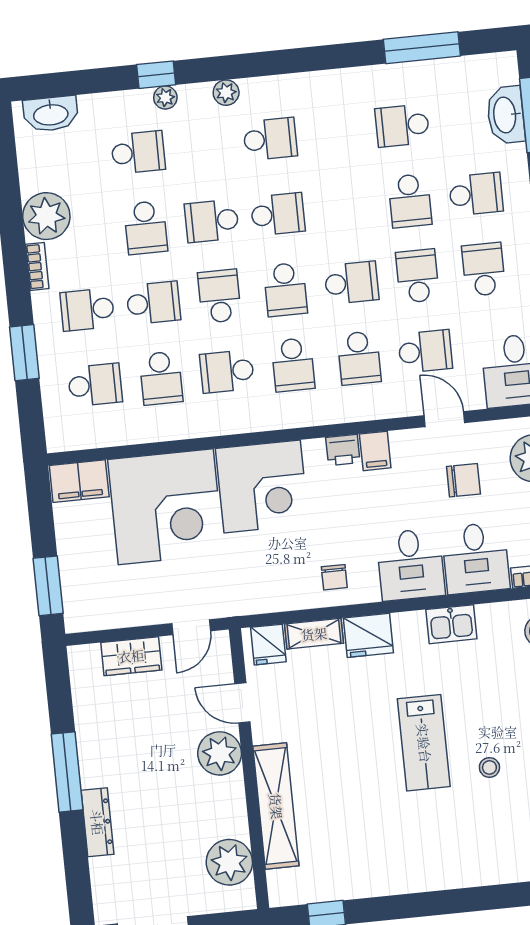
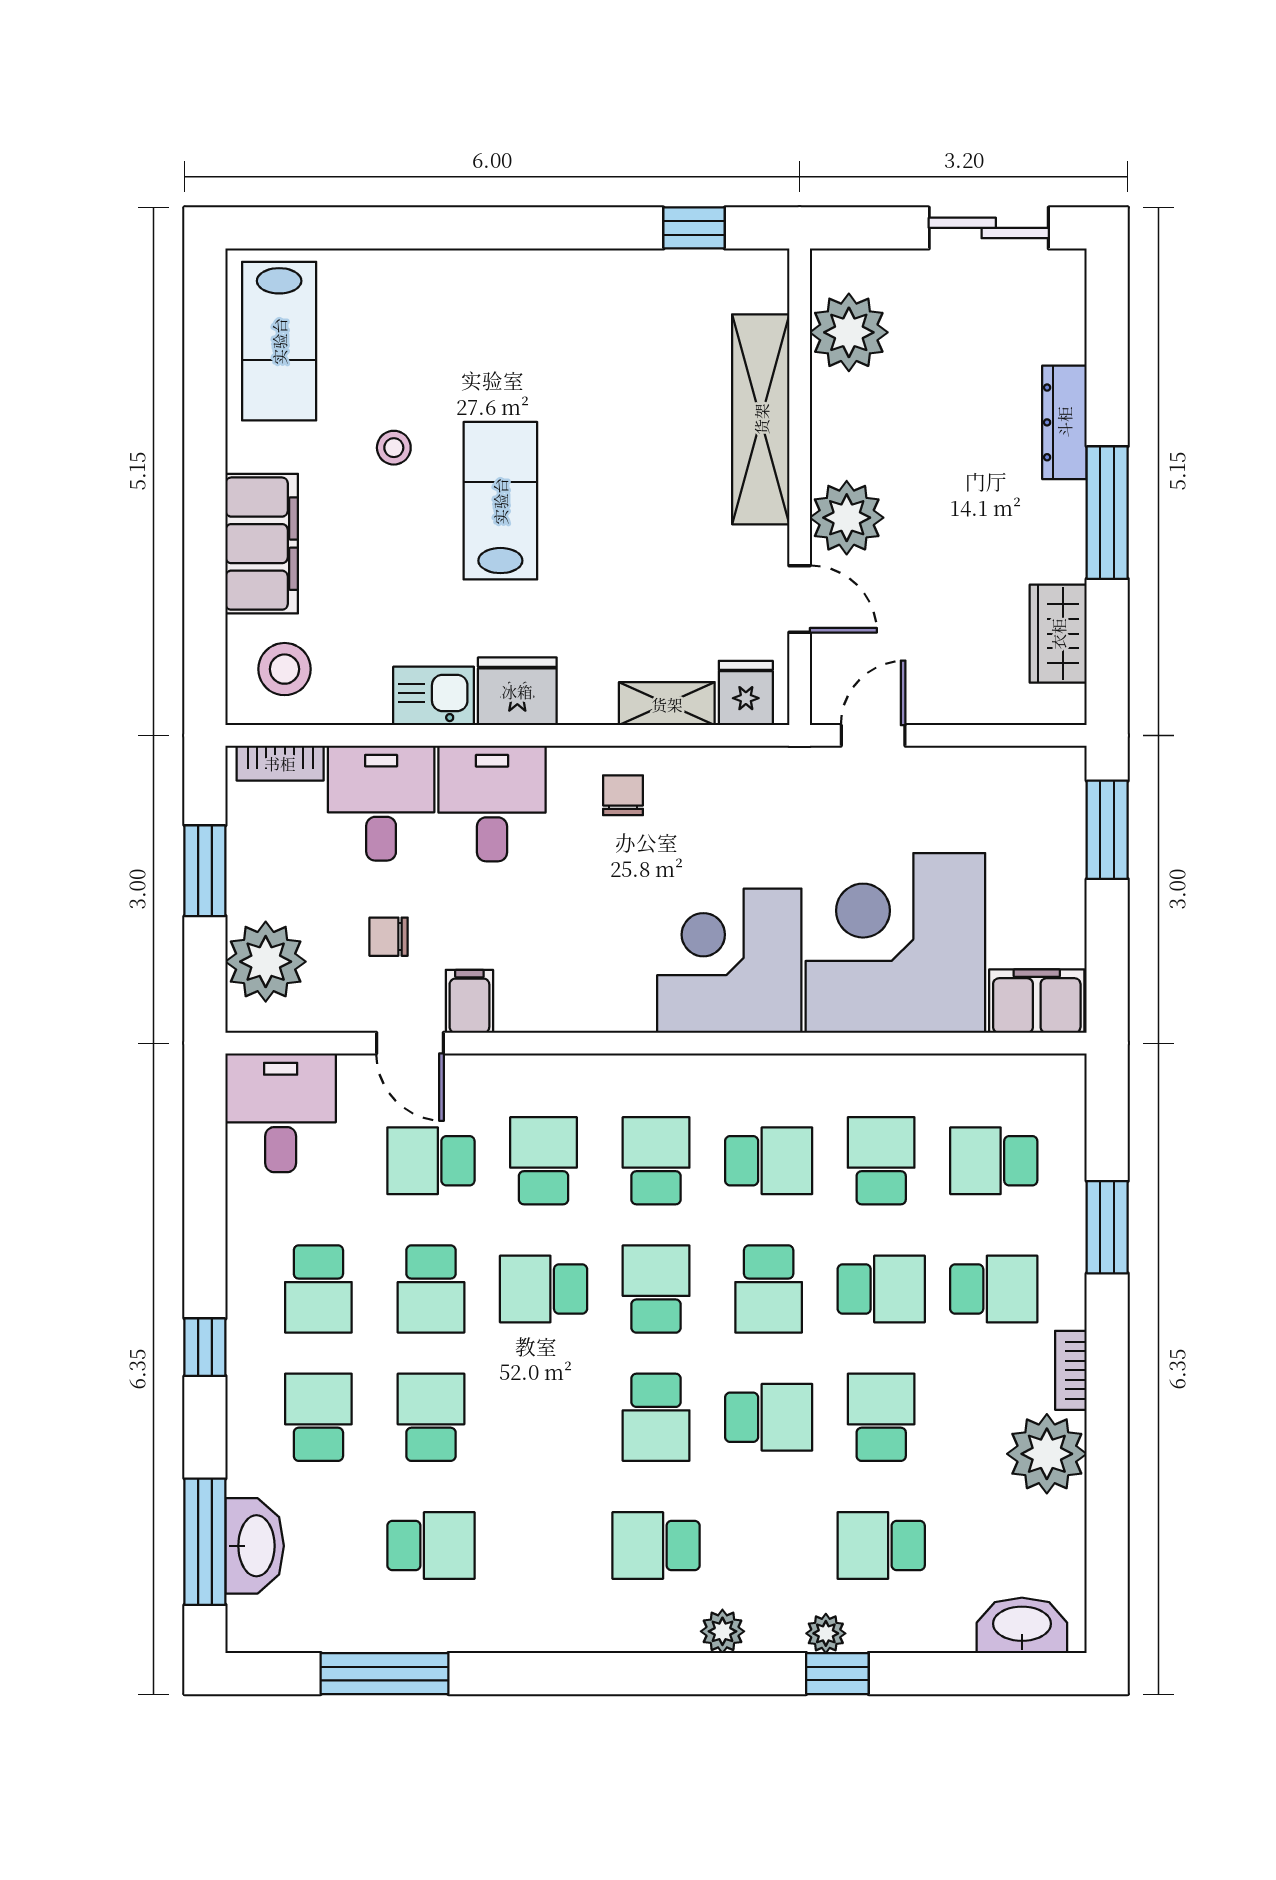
school desk: (476, 194) -> (318, 1417), turned 90
school desk: (278, 214) -> (656, 1417), turned -90
school desk: (153, 303) -> (881, 1289), turned 180
printer: (343, 450) -> (587, 1008), removed
filing cabinet: (375, 451) -> (469, 1001), moved
chair: (463, 480) -> (389, 937), width x0.73, depth x0.73
fridge: (368, 635) -> (517, 691), moved
wardrobe: (131, 656) -> (1058, 634), moved, turned -90

